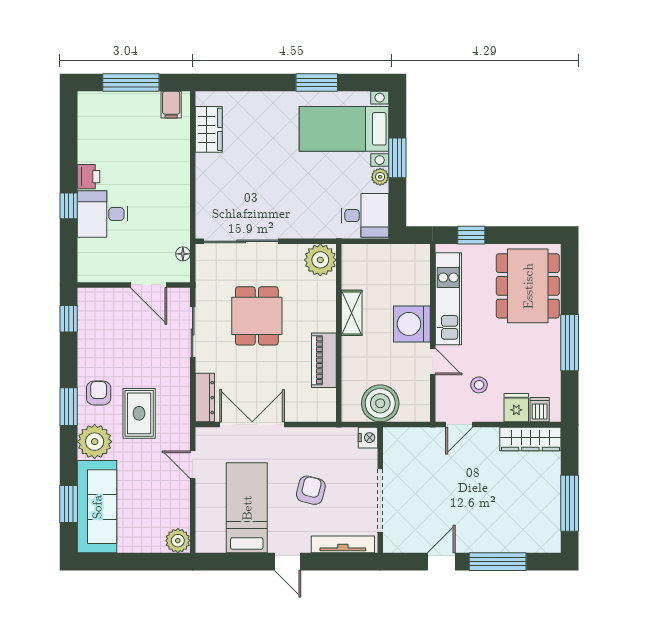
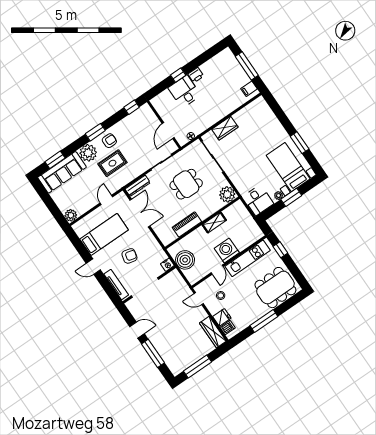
wardrobe: (209, 129) -> (225, 128), moved
door: (288, 562) -> (93, 267), hinge flipped

